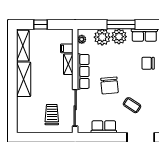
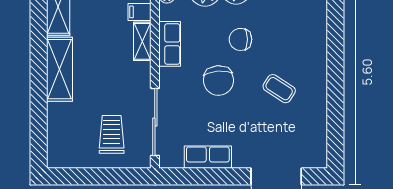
chair: (148, 63) -> (240, 39), moved
row of seats: (83, 71) -> (170, 44), width x0.68
coffee table: (132, 105) -> (279, 89), moved

